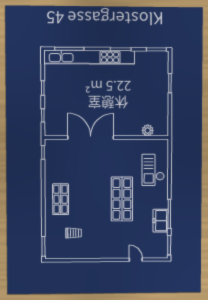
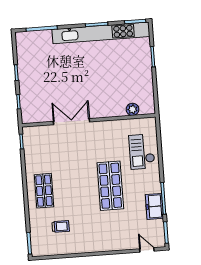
kitchen unit: (89, 57) -> (101, 33), moved
double door: (91, 138) -> (72, 122), width x0.73
door: (136, 260) -> (147, 250), moved

